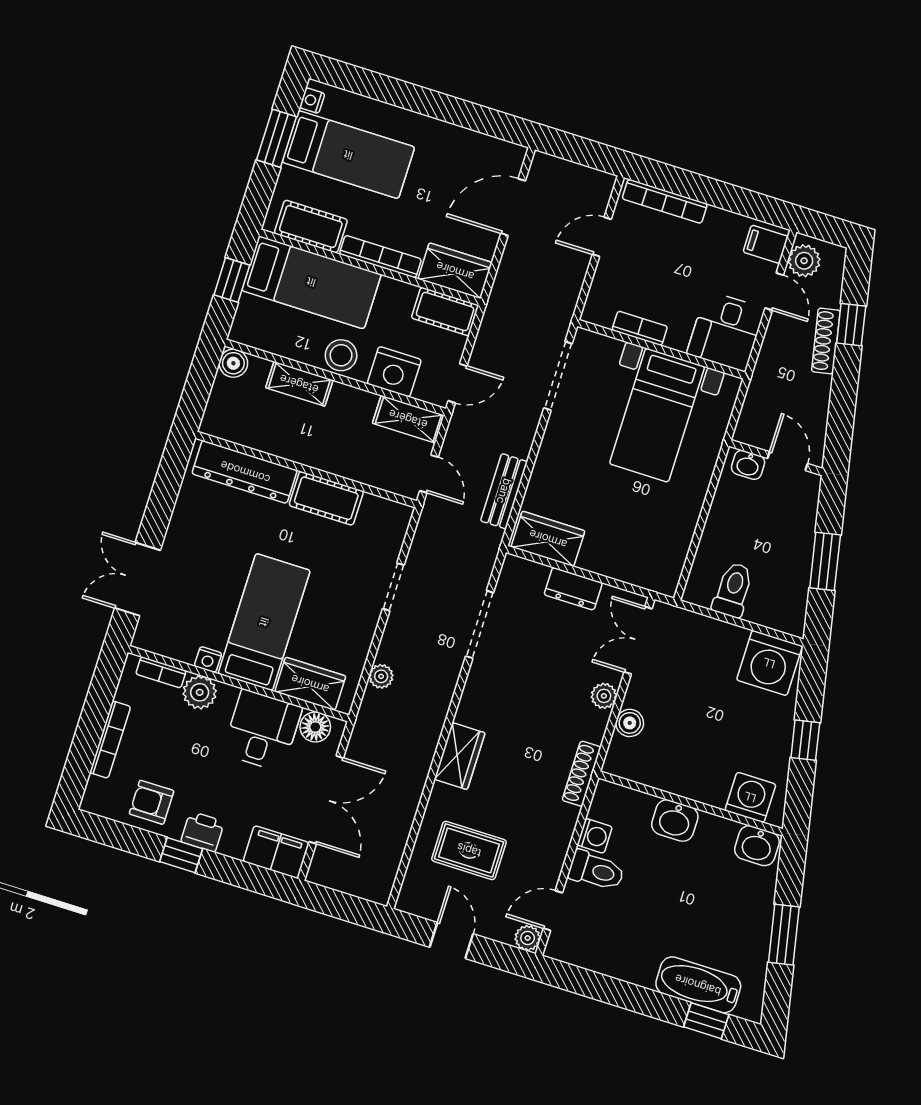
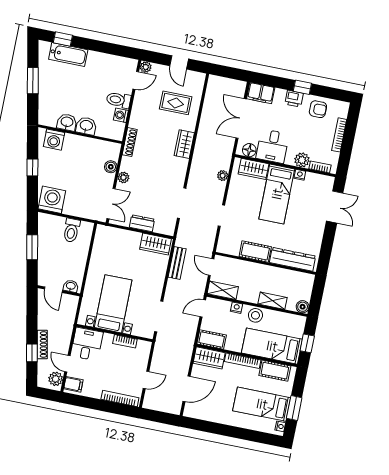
nightstand: (394, 372) -> (237, 308), width x0.53, depth x0.56
washbasin: (757, 846) -> (67, 122), moved

